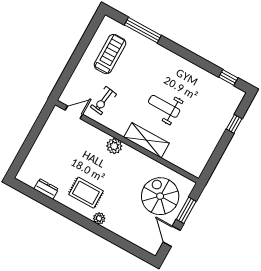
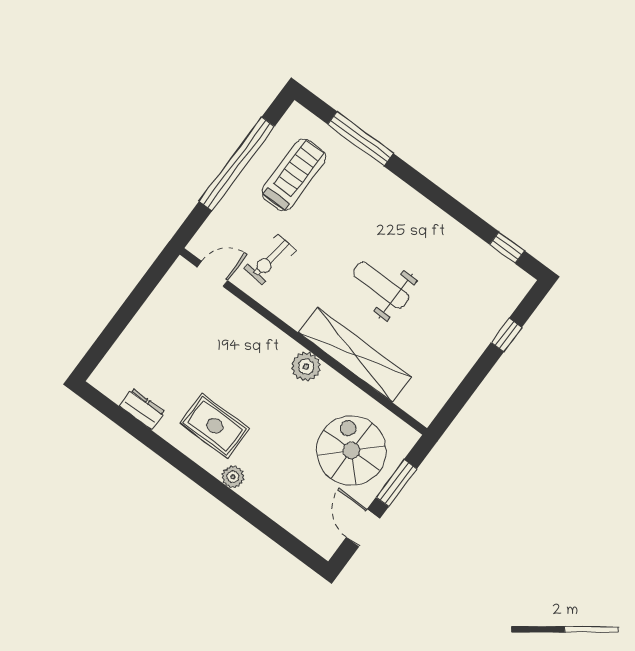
window: (79, 52) -> (237, 164), added
shelving: (146, 140) -> (355, 355), width x1.47
plant: (114, 146) -> (306, 367), moved

